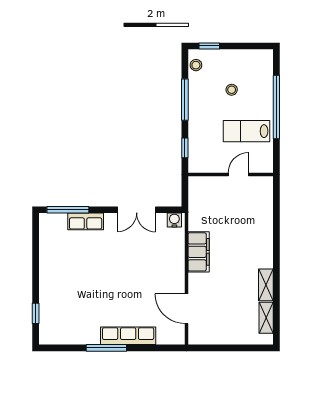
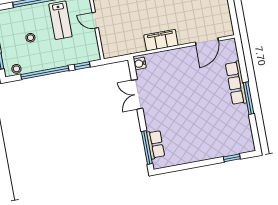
window: (185, 100) -> (45, 73), width x1.46
double door: (137, 210) -> (137, 94), swing flipped
row of seats: (86, 221) -> (156, 144), moved

